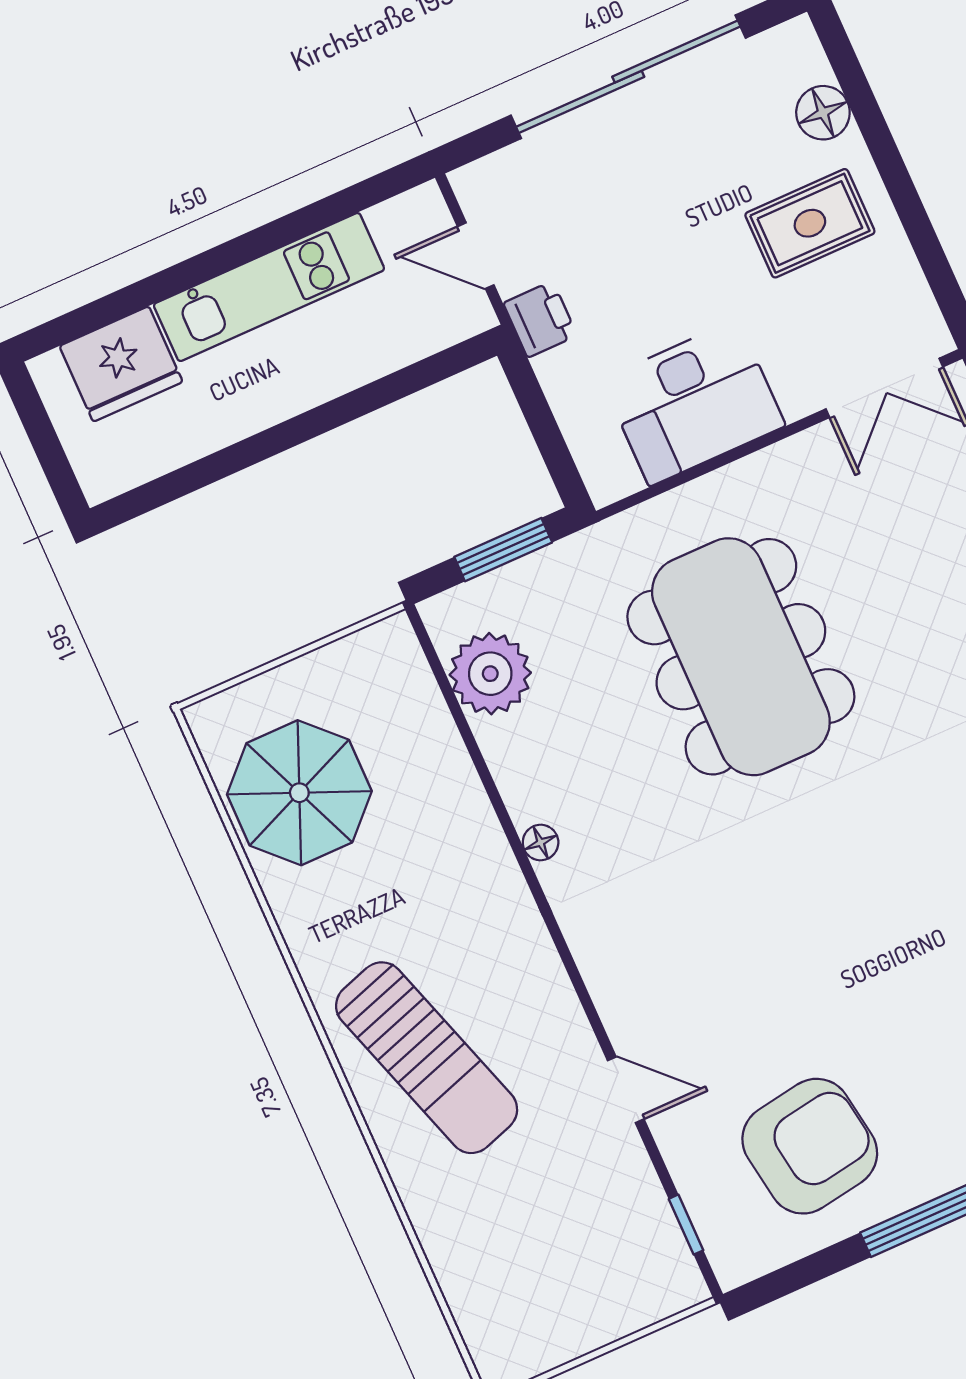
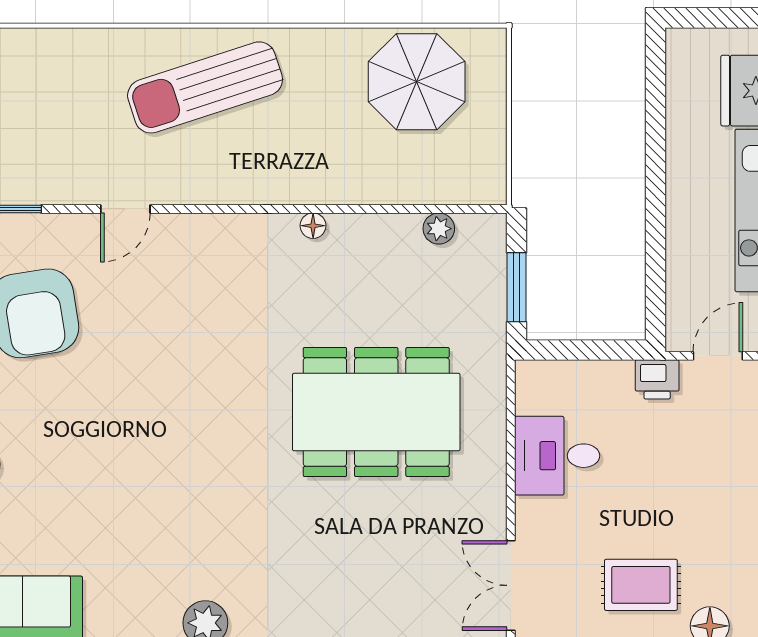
rug: (810, 223) -> (641, 585), turned 90
desk: (694, 403) -> (557, 456), width x0.73
plant: (490, 674) -> (439, 229), width x0.53, depth x0.53

